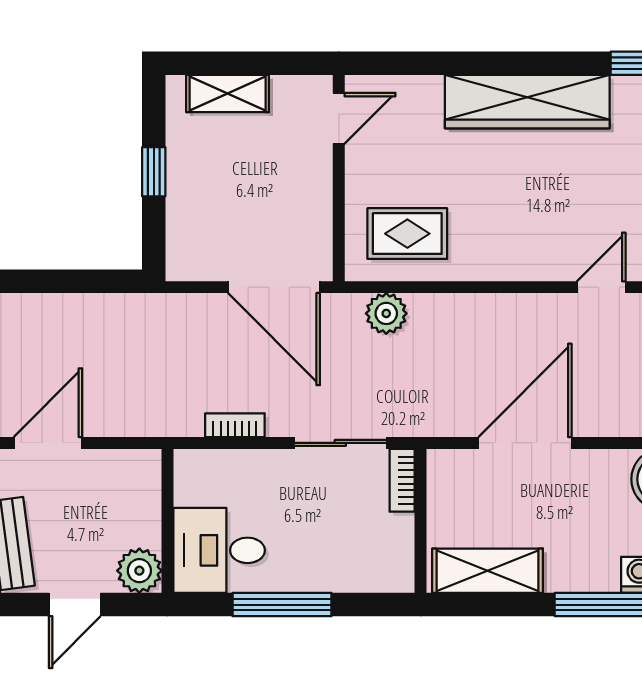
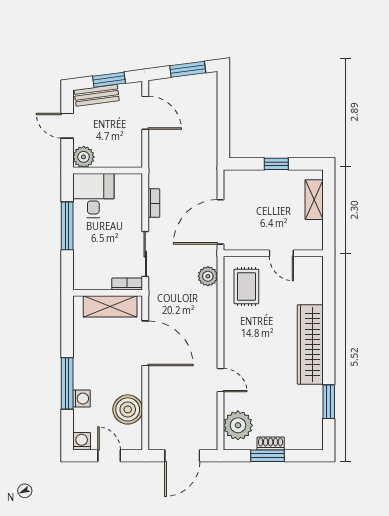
door: (339, 118) -> (281, 253), moved
shelving: (488, 571) -> (110, 306), moved, turned 90

